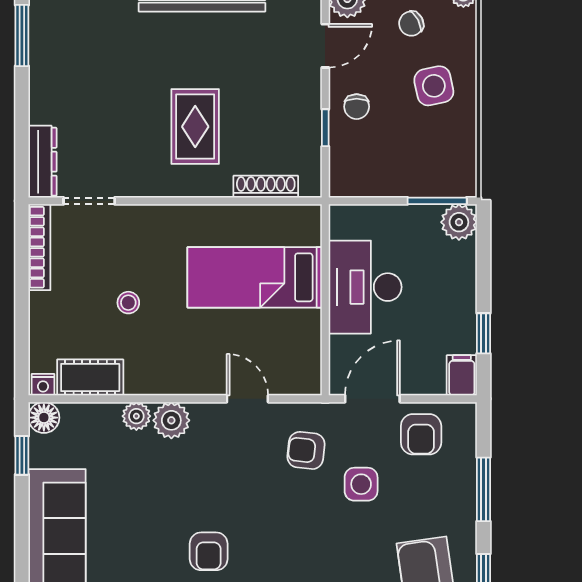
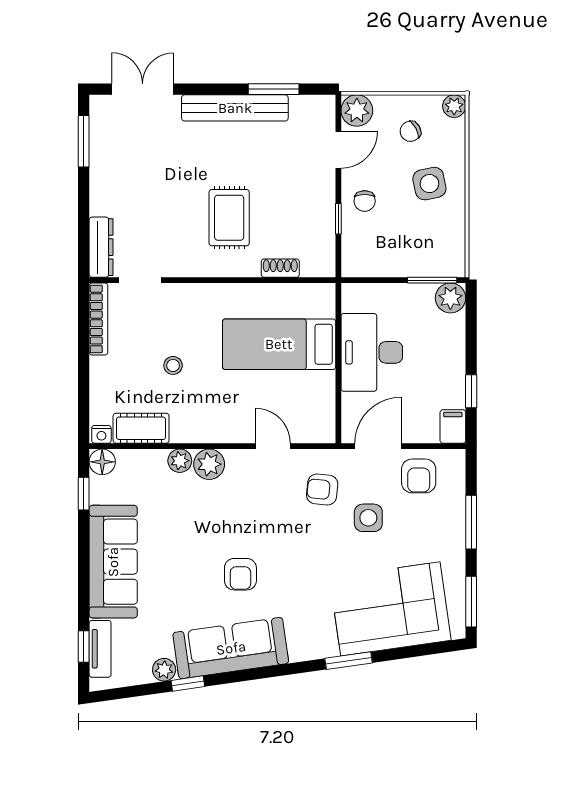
shoe rack: (266, 187) -> (280, 268), width x0.70

